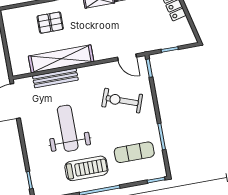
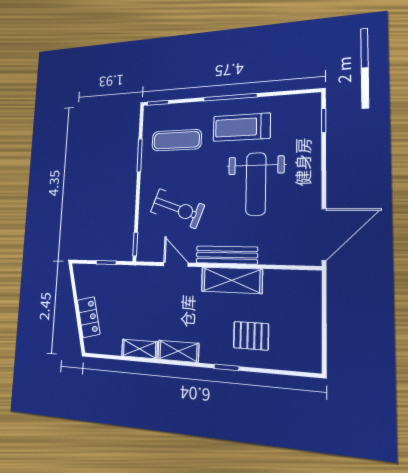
door: (127, 57) -> (176, 264), moved
shelving: (61, 59) -> (232, 280), width x0.68
bench: (55, 78) -> (227, 255), moved

